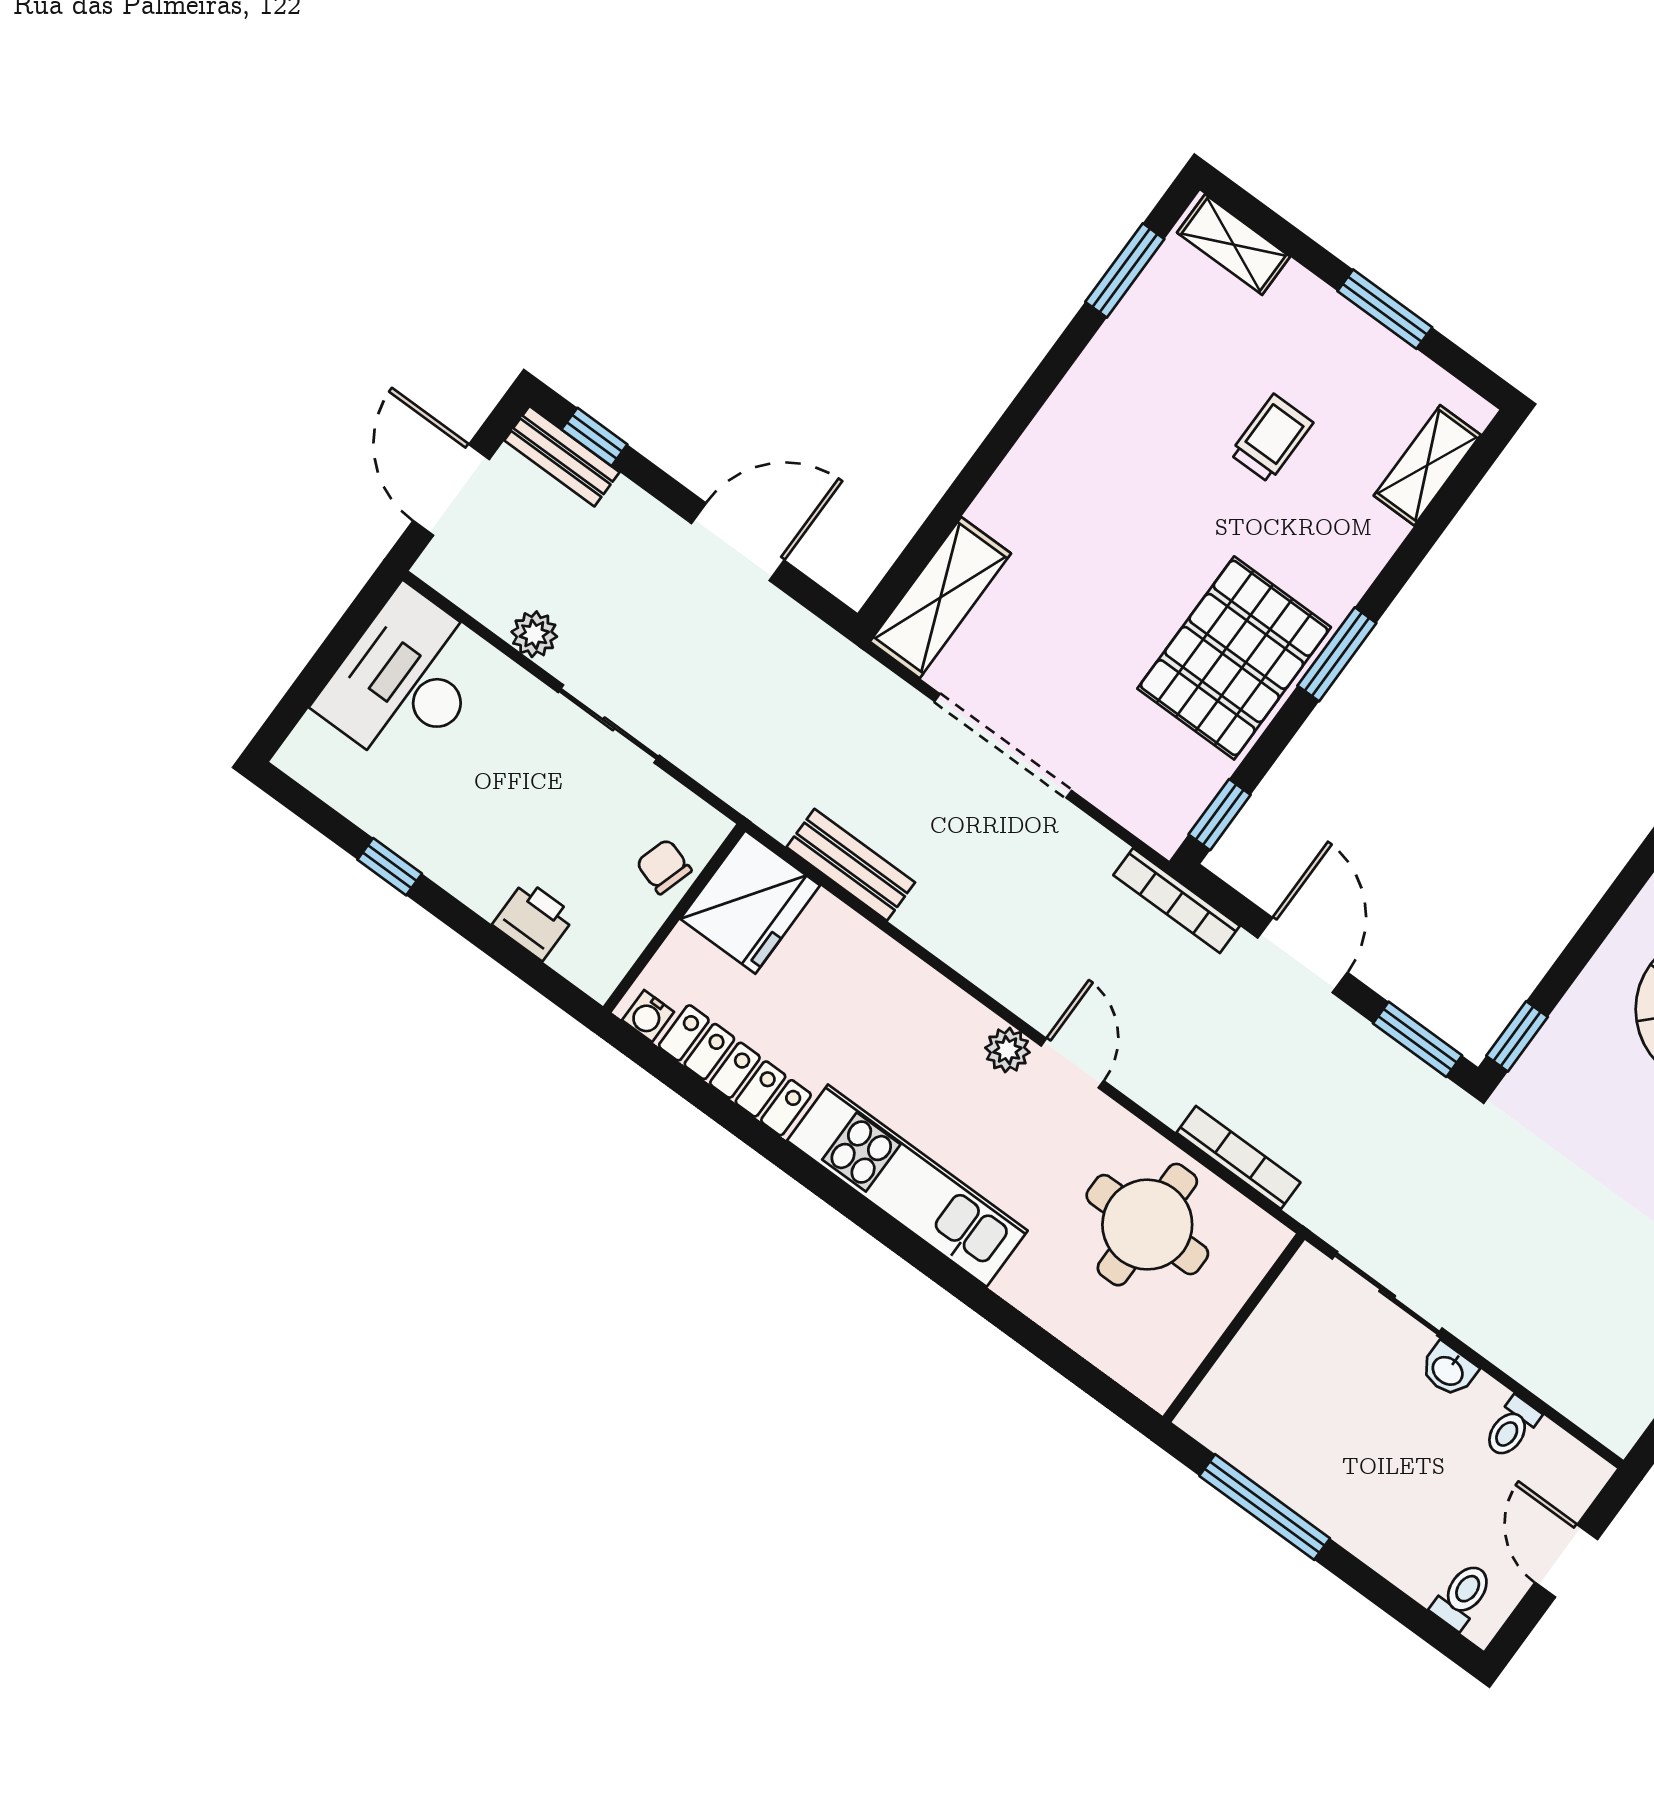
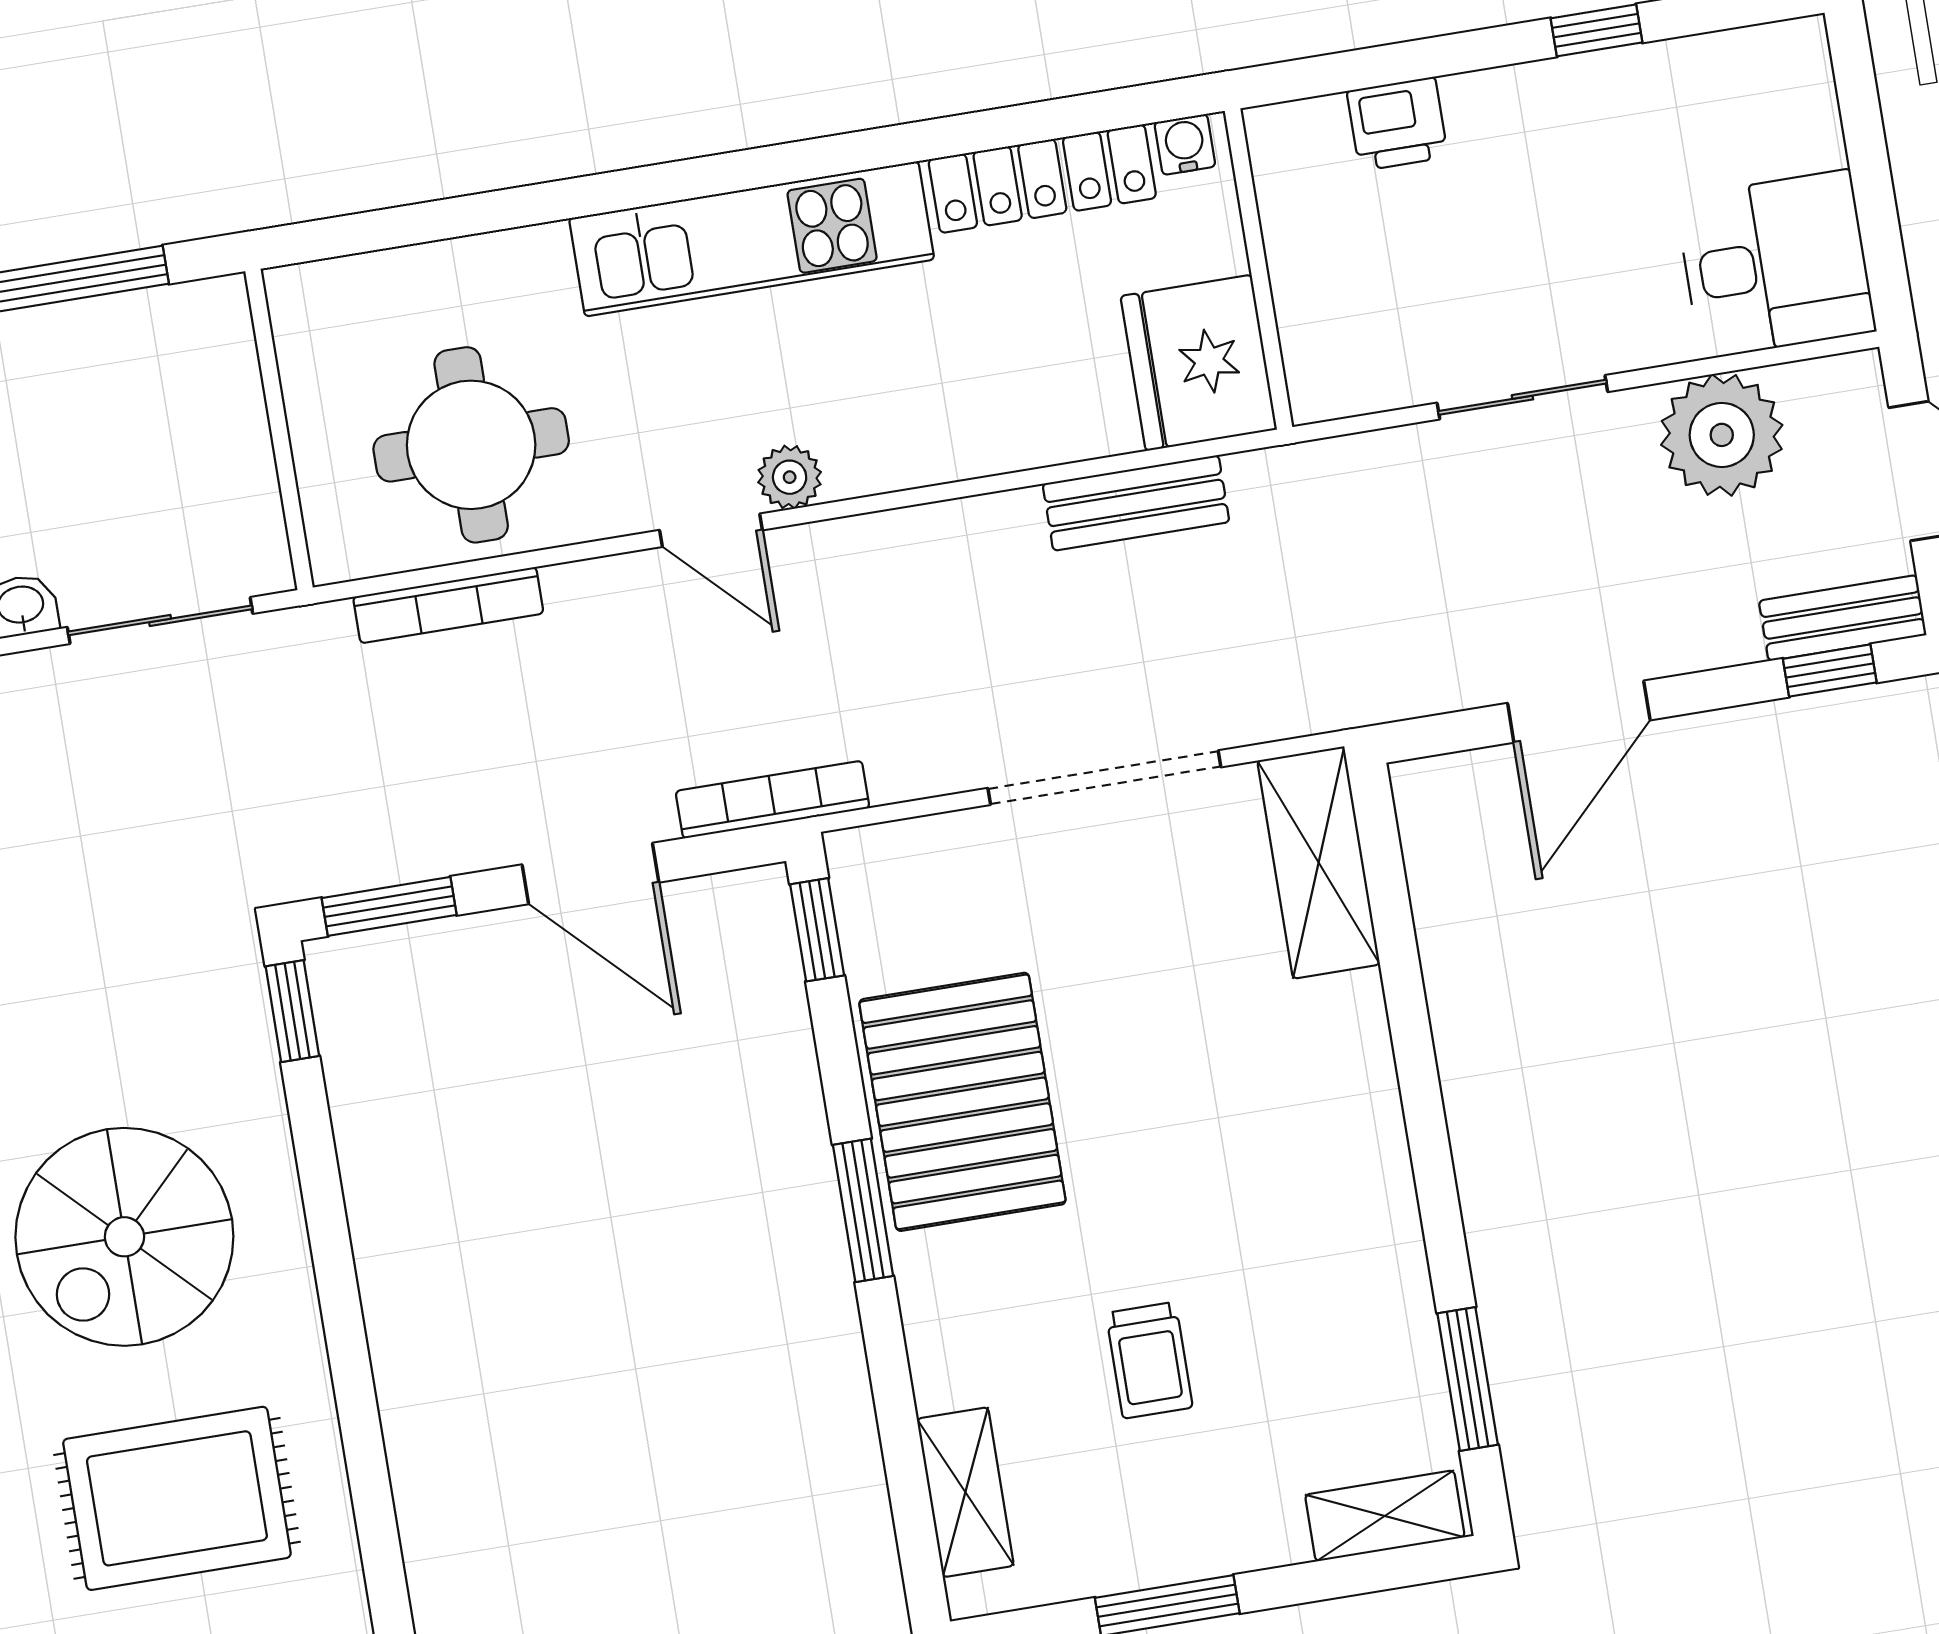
plant: (534, 634) -> (1722, 435), width x1.87, depth x1.87
desk: (406, 680) -> (1776, 264), width x0.73
chair: (664, 867) -> (1322, 310), removed

